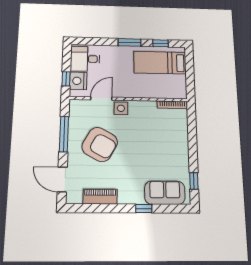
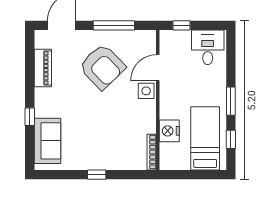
nightstand: (78, 81) -> (169, 131), moved, turned -90
door: (101, 99) -> (158, 68), swing flipped
armchair: (100, 144) -> (102, 67), turned -73
window: (194, 181) -> (97, 175), moved

